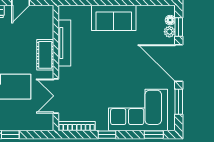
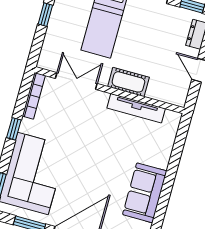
sofa: (114, 18) -> (145, 193), moved

